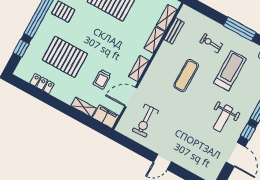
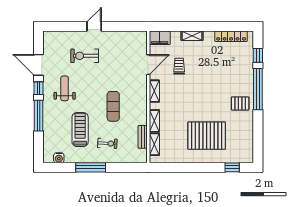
pallet: (65, 57) -> (219, 68), removed
treadmill: (230, 71) -> (80, 130), turned 180
locker: (42, 84) -> (231, 36), width x1.53
shelving: (84, 107) -> (192, 36), moved
exercise bike: (145, 121) -> (85, 56), moved, turned -87

